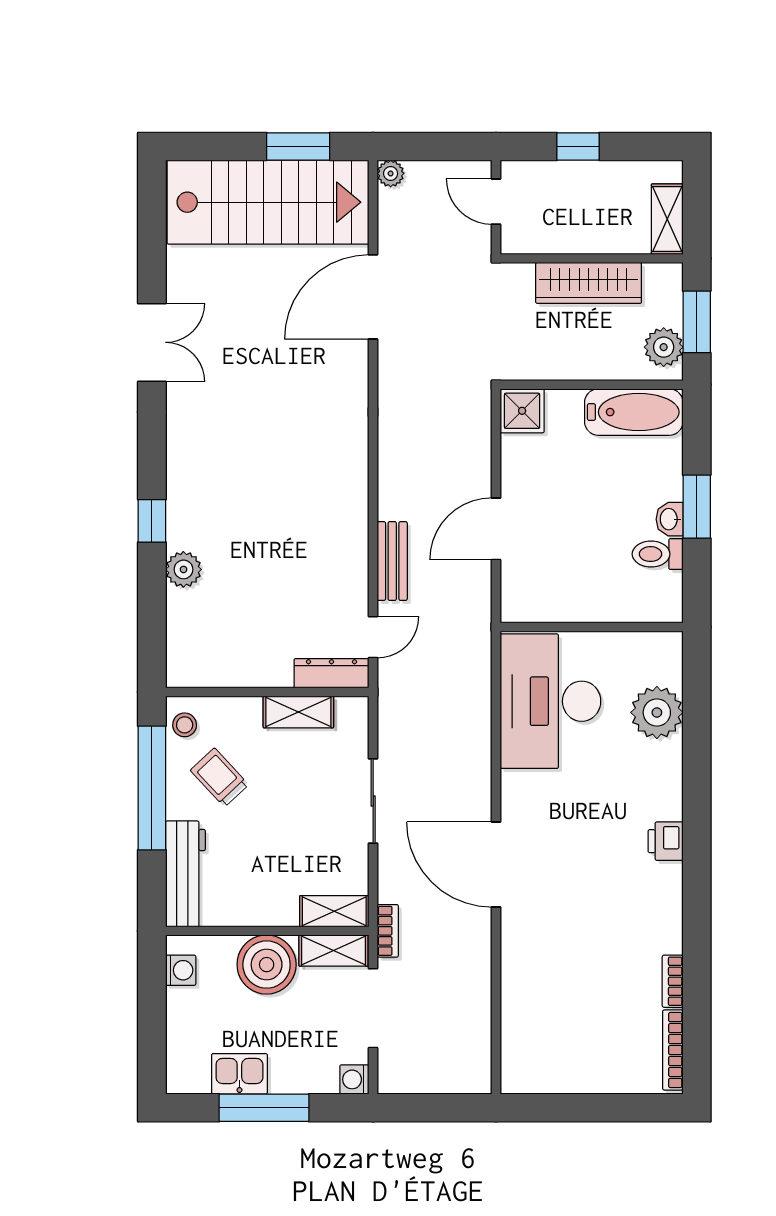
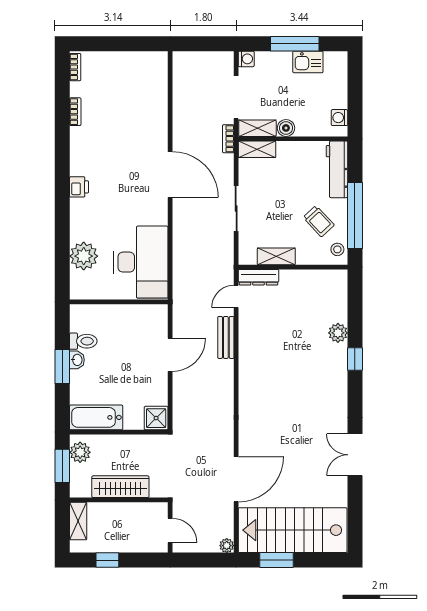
window: (578, 146) -> (107, 560), moved
boiler: (267, 965) -> (286, 128), width x0.54, depth x0.54
bookcase: (673, 1050) -> (75, 67), width x0.64

